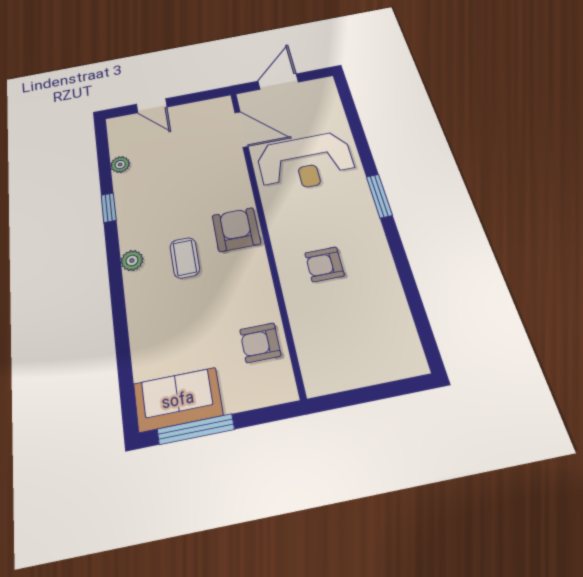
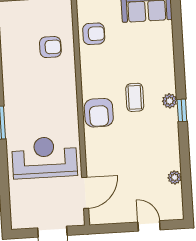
door: (241, 129) -> (85, 193), swing flipped
window: (109, 208) -> (182, 110), moved
armchair: (324, 264) -> (50, 47), moved

